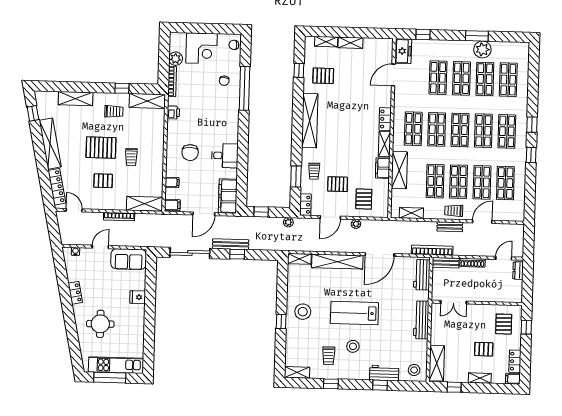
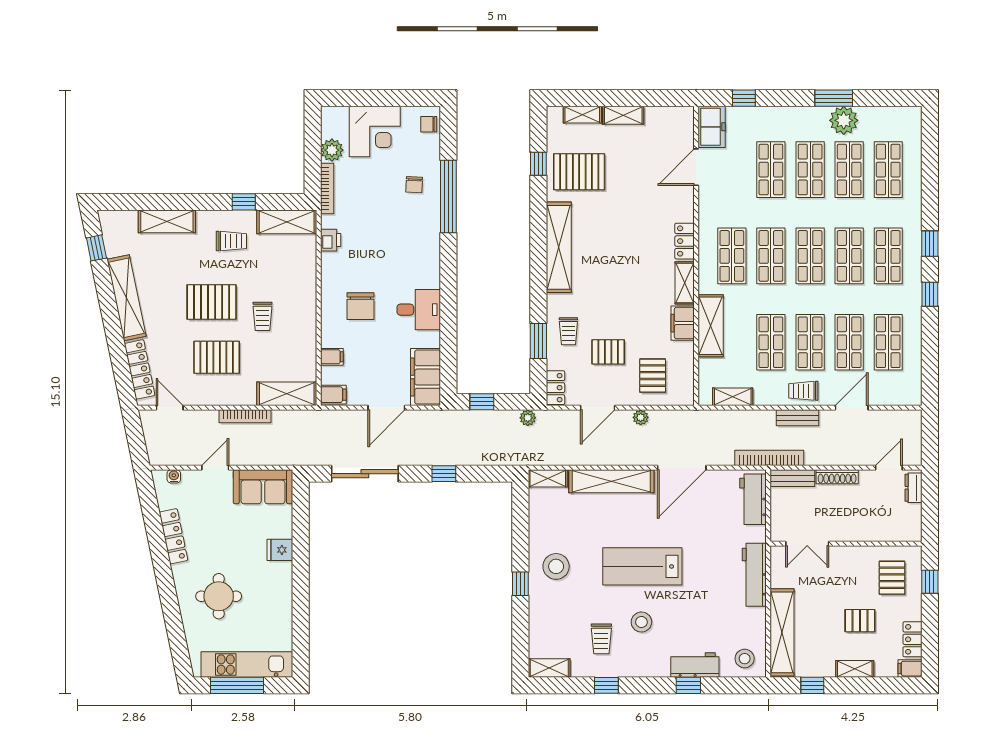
pallet: (323, 76) -> (579, 172), width x1.50, depth x1.42
pallet: (103, 181) -> (217, 357), width x1.50, depth x1.42
bench: (231, 244) -> (432, 457), removed
locker: (75, 293) -> (173, 536), width x1.53
shelving: (437, 363) -> (782, 632), width x1.47

